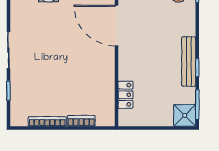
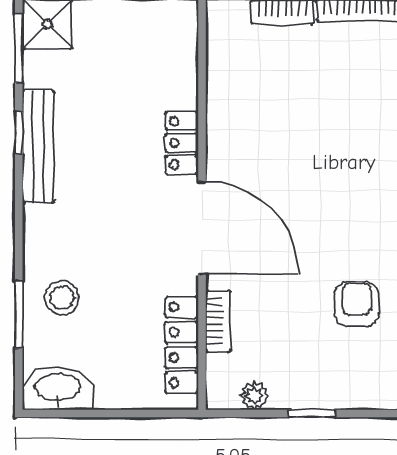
locker: (126, 95) -> (182, 143), moved

